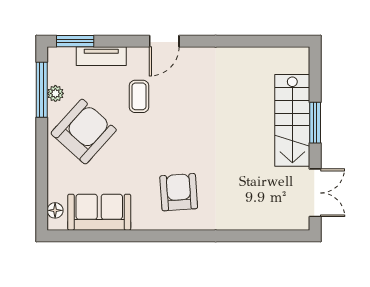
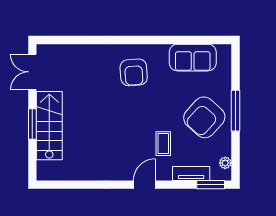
window: (42, 90) -> (235, 111), moved
plant: (55, 93) -> (225, 163), moved
floor lamp: (55, 210) -> (226, 59), removed

